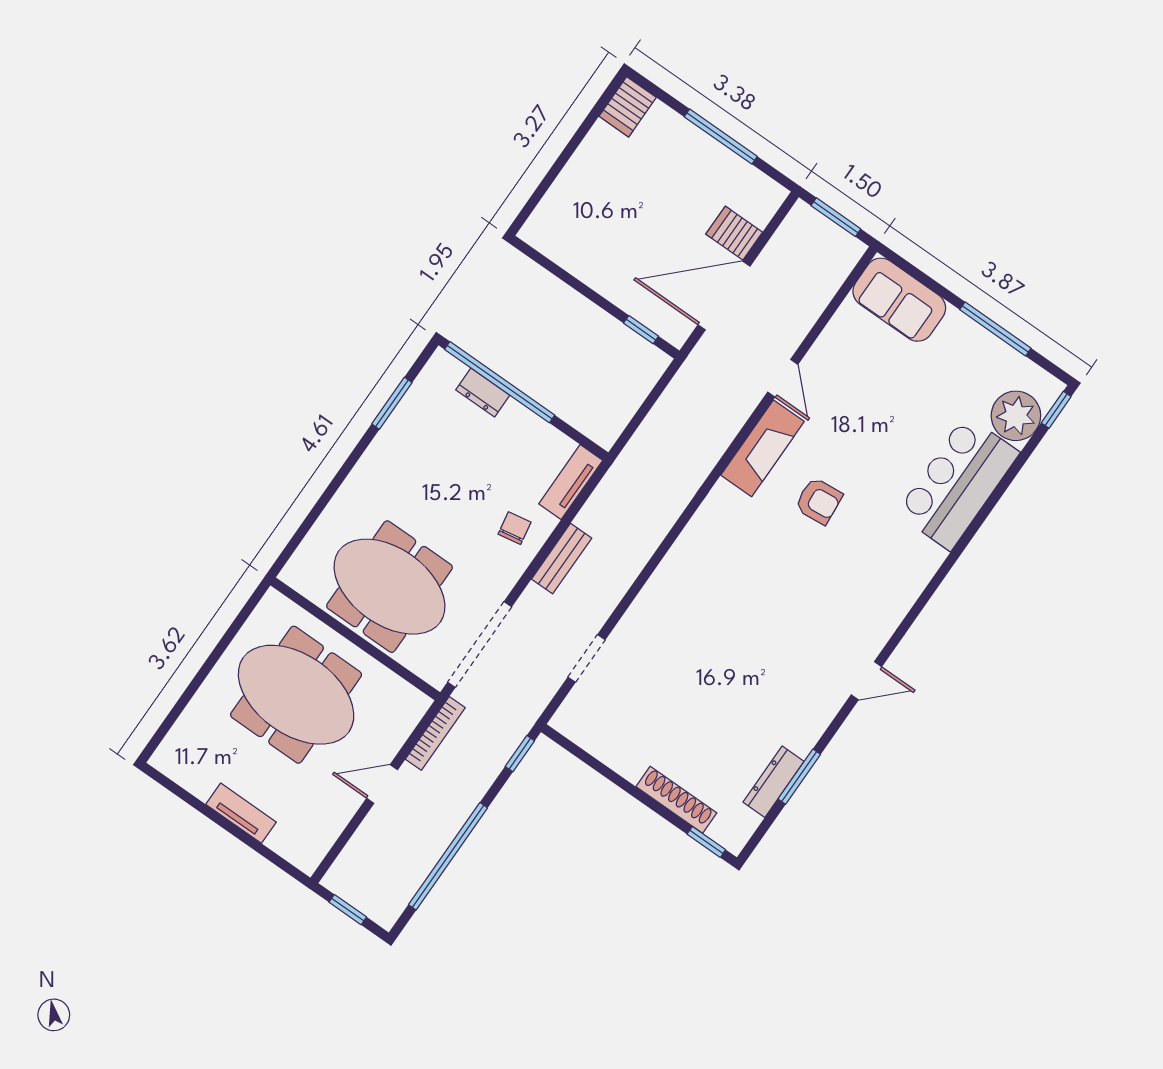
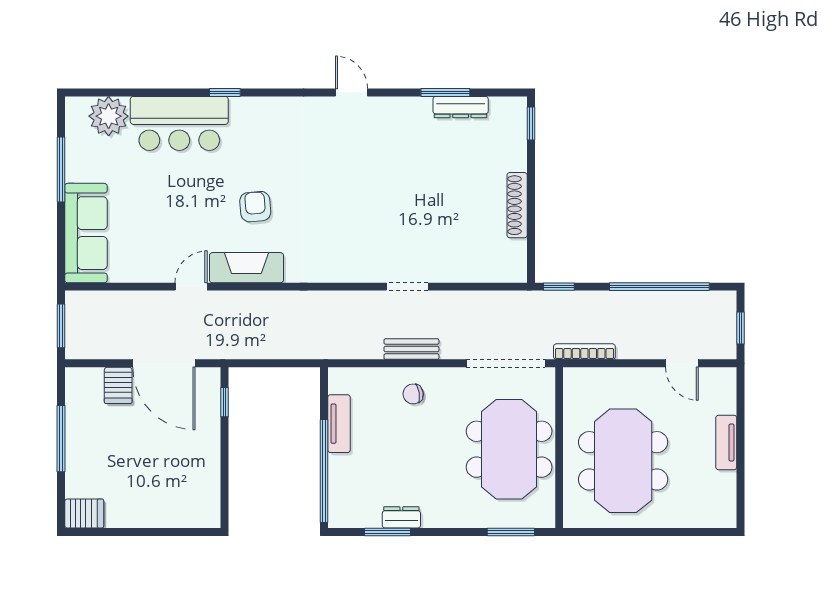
sofa: (899, 300) -> (86, 233), width x1.36
dresser: (483, 393) -> (401, 517), moved, turned -90
window: (1056, 410) -> (225, 92), moved
tv unit: (571, 482) -> (339, 424), moved, turned -90
window: (304, 529) -> (511, 532), added
doorway: (587, 658) -> (407, 287), moved
door: (382, 784) -> (682, 363), moved
shoe rack: (676, 800) -> (517, 205), moved

